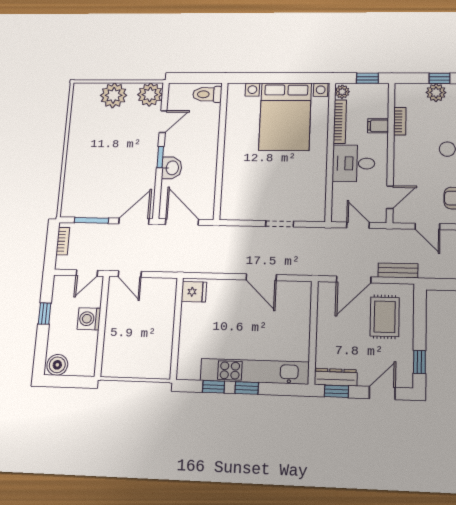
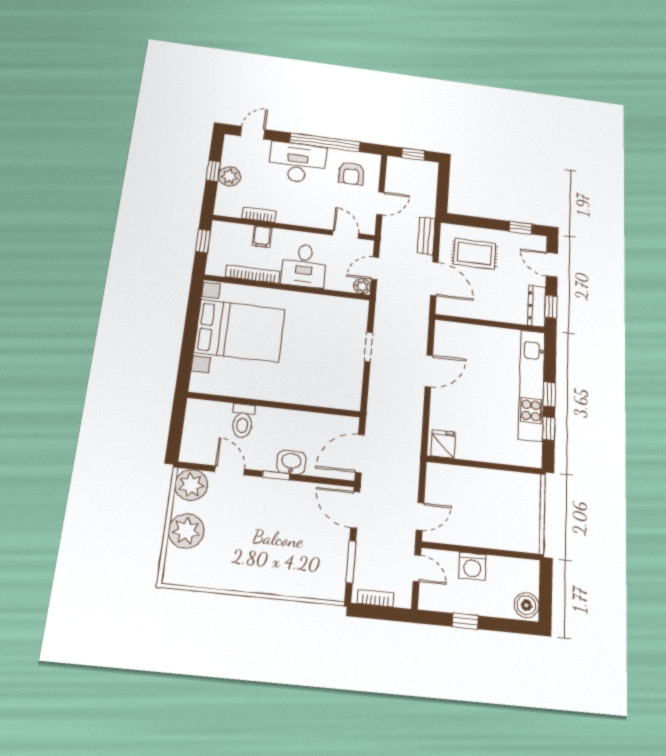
plant: (342, 92) -> (362, 286), moved
toilet: (207, 94) -> (243, 421), moved

